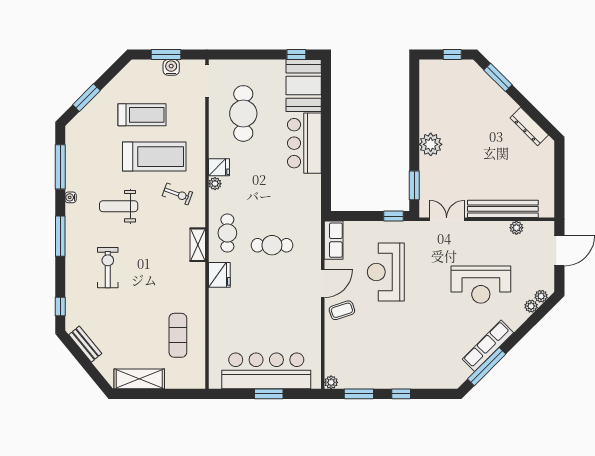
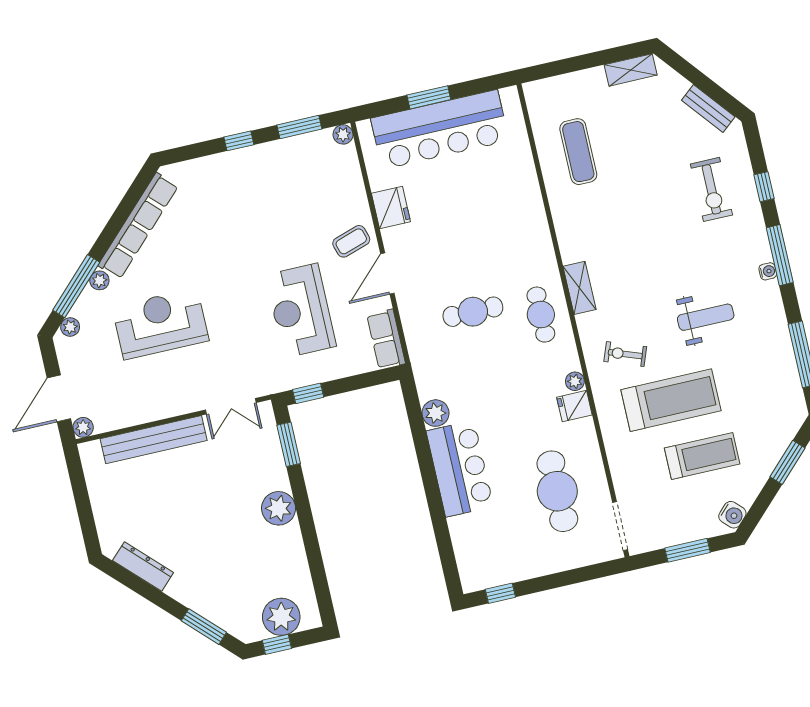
water cooler: (171, 67) -> (732, 515), moved, turned -45
plant: (445, 72) -> (281, 617), added
booth: (304, 86) -> (480, 551), removed
treadmill: (142, 115) -> (702, 456), turned 180
treadmill: (154, 157) -> (671, 400), turned 180
plant: (312, 184) -> (436, 413), added
water cooler: (71, 197) -> (768, 271), moved
plant: (516, 228) -> (83, 427), moved
exercise bike: (108, 268) -> (711, 189), moved
reception desk: (386, 272) -> (301, 311), turned 180
fridge: (219, 275) -> (391, 207), moved, turned 180
window: (60, 306) -> (764, 187), moved
plant: (531, 306) -> (99, 280), moved
row of seats: (488, 346) -> (138, 226), width x1.36
window: (487, 367) -> (76, 286), moved
shelving: (139, 379) -> (631, 70), width x0.67, depth x0.75

